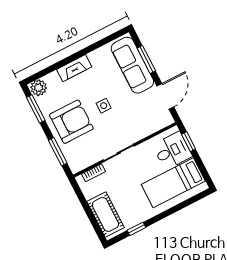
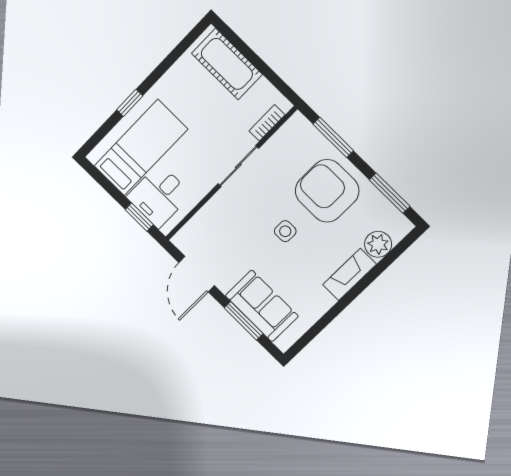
sofa: (132, 65) -> (262, 306), width x0.73
plant: (39, 88) -> (378, 244), moved
armchair: (71, 122) -> (327, 191), turned 90
window: (136, 229) -> (130, 103), moved

